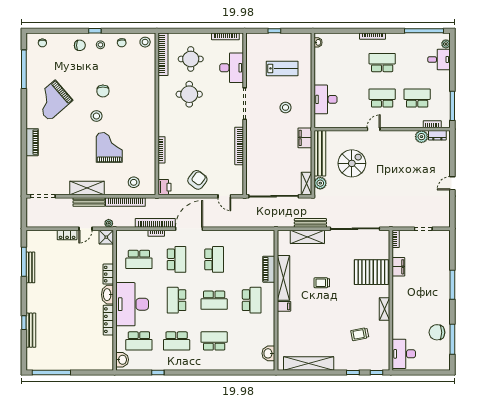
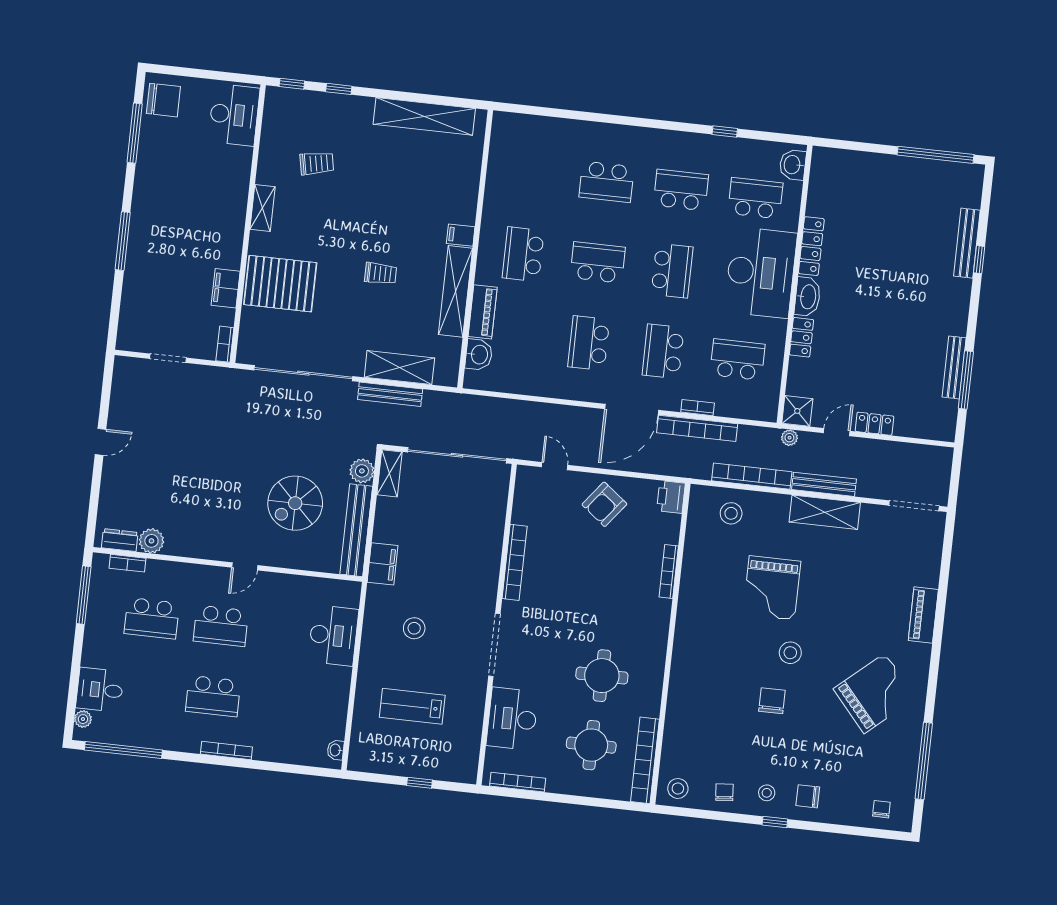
chair: (437, 332) -> (163, 100), moved
washbasin: (268, 353) -> (479, 355), moved

